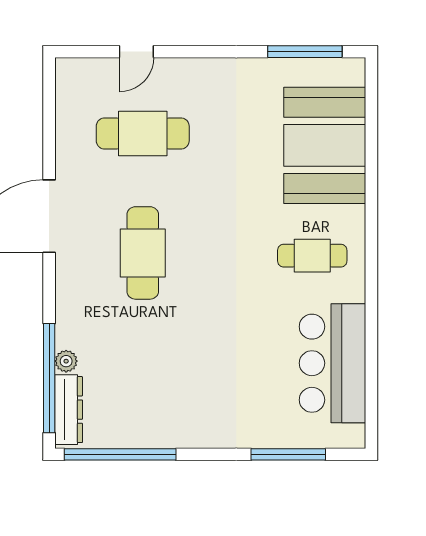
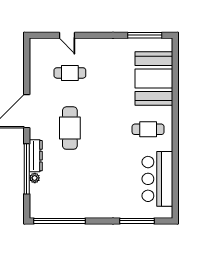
door: (136, 52) -> (67, 35), hinge flipped
cafe table: (143, 133) -> (70, 73), width x0.73, depth x0.74
window: (49, 378) -> (27, 169), moved
dresser: (69, 410) -> (36, 156), moved

